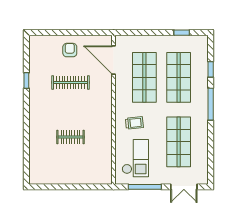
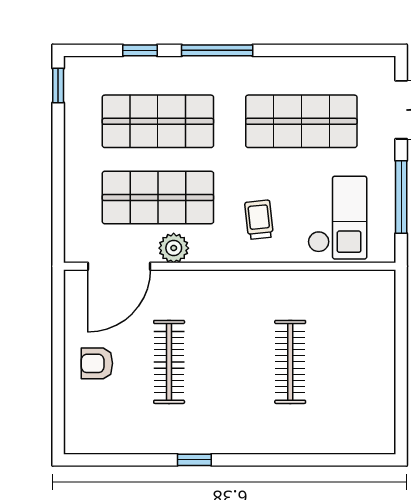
window: (182, 33) -> (58, 85), moved
window: (26, 81) -> (194, 460), moved
plant: (122, 85) -> (174, 248), added
clothes rail: (70, 137) -> (290, 362), width x1.36
checkout: (135, 158) -> (337, 218), turned 90

